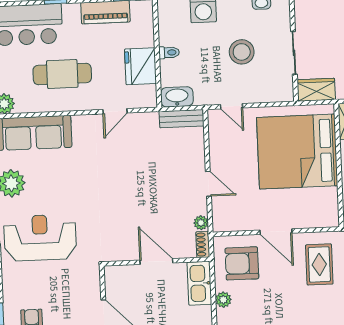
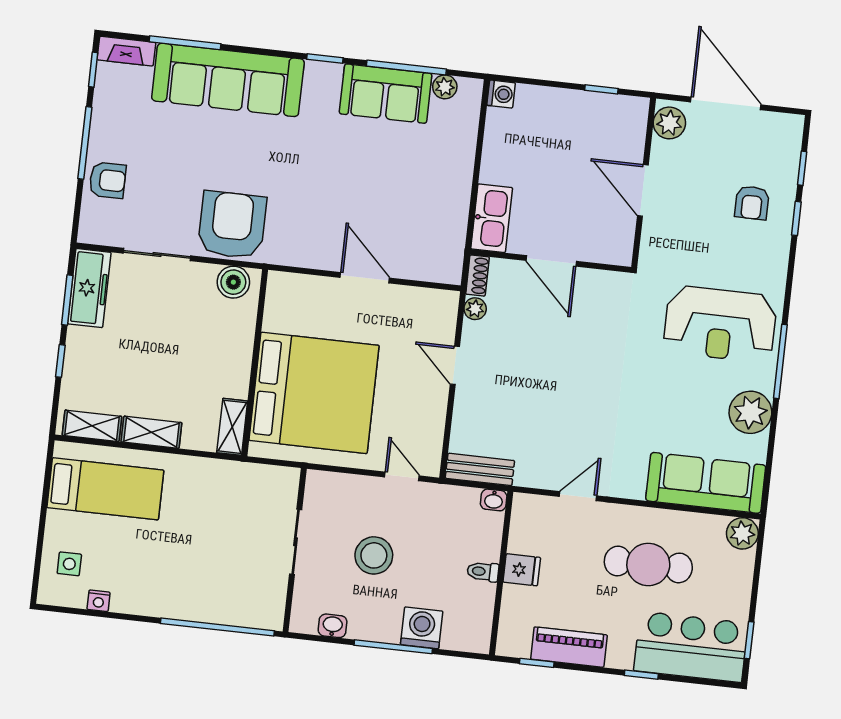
fridge: (141, 66) -> (522, 570), width x0.53, depth x0.75
wardrobe: (316, 90) -> (271, 481), removed
washbasin: (177, 97) -> (494, 500), width x0.52, depth x0.69
armchair: (242, 263) -> (423, 238), removed
rug: (319, 264) -> (307, 218), removed
plant: (223, 300) -> (460, 188), removed

